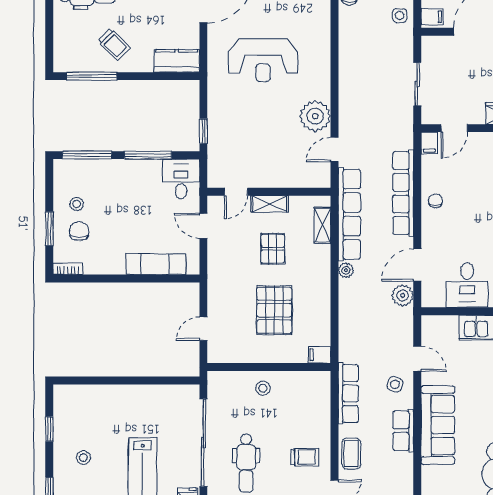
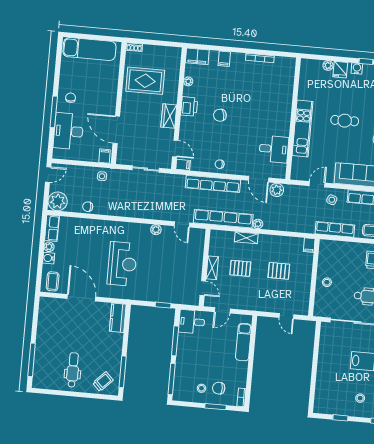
trolley: (114, 44) -> (103, 382), moved
plant: (315, 116) -> (156, 230), width x0.53, depth x0.53
shelving: (322, 225) -> (246, 238), moved
pallet: (274, 310) -> (279, 271), width x0.67, depth x0.71

